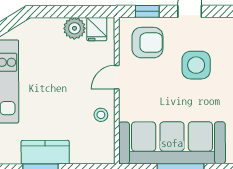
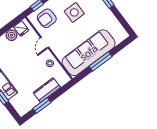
armchair: (147, 43) -> (47, 18), turned 180
kitchen counter: (45, 152) -> (47, 90), moved

